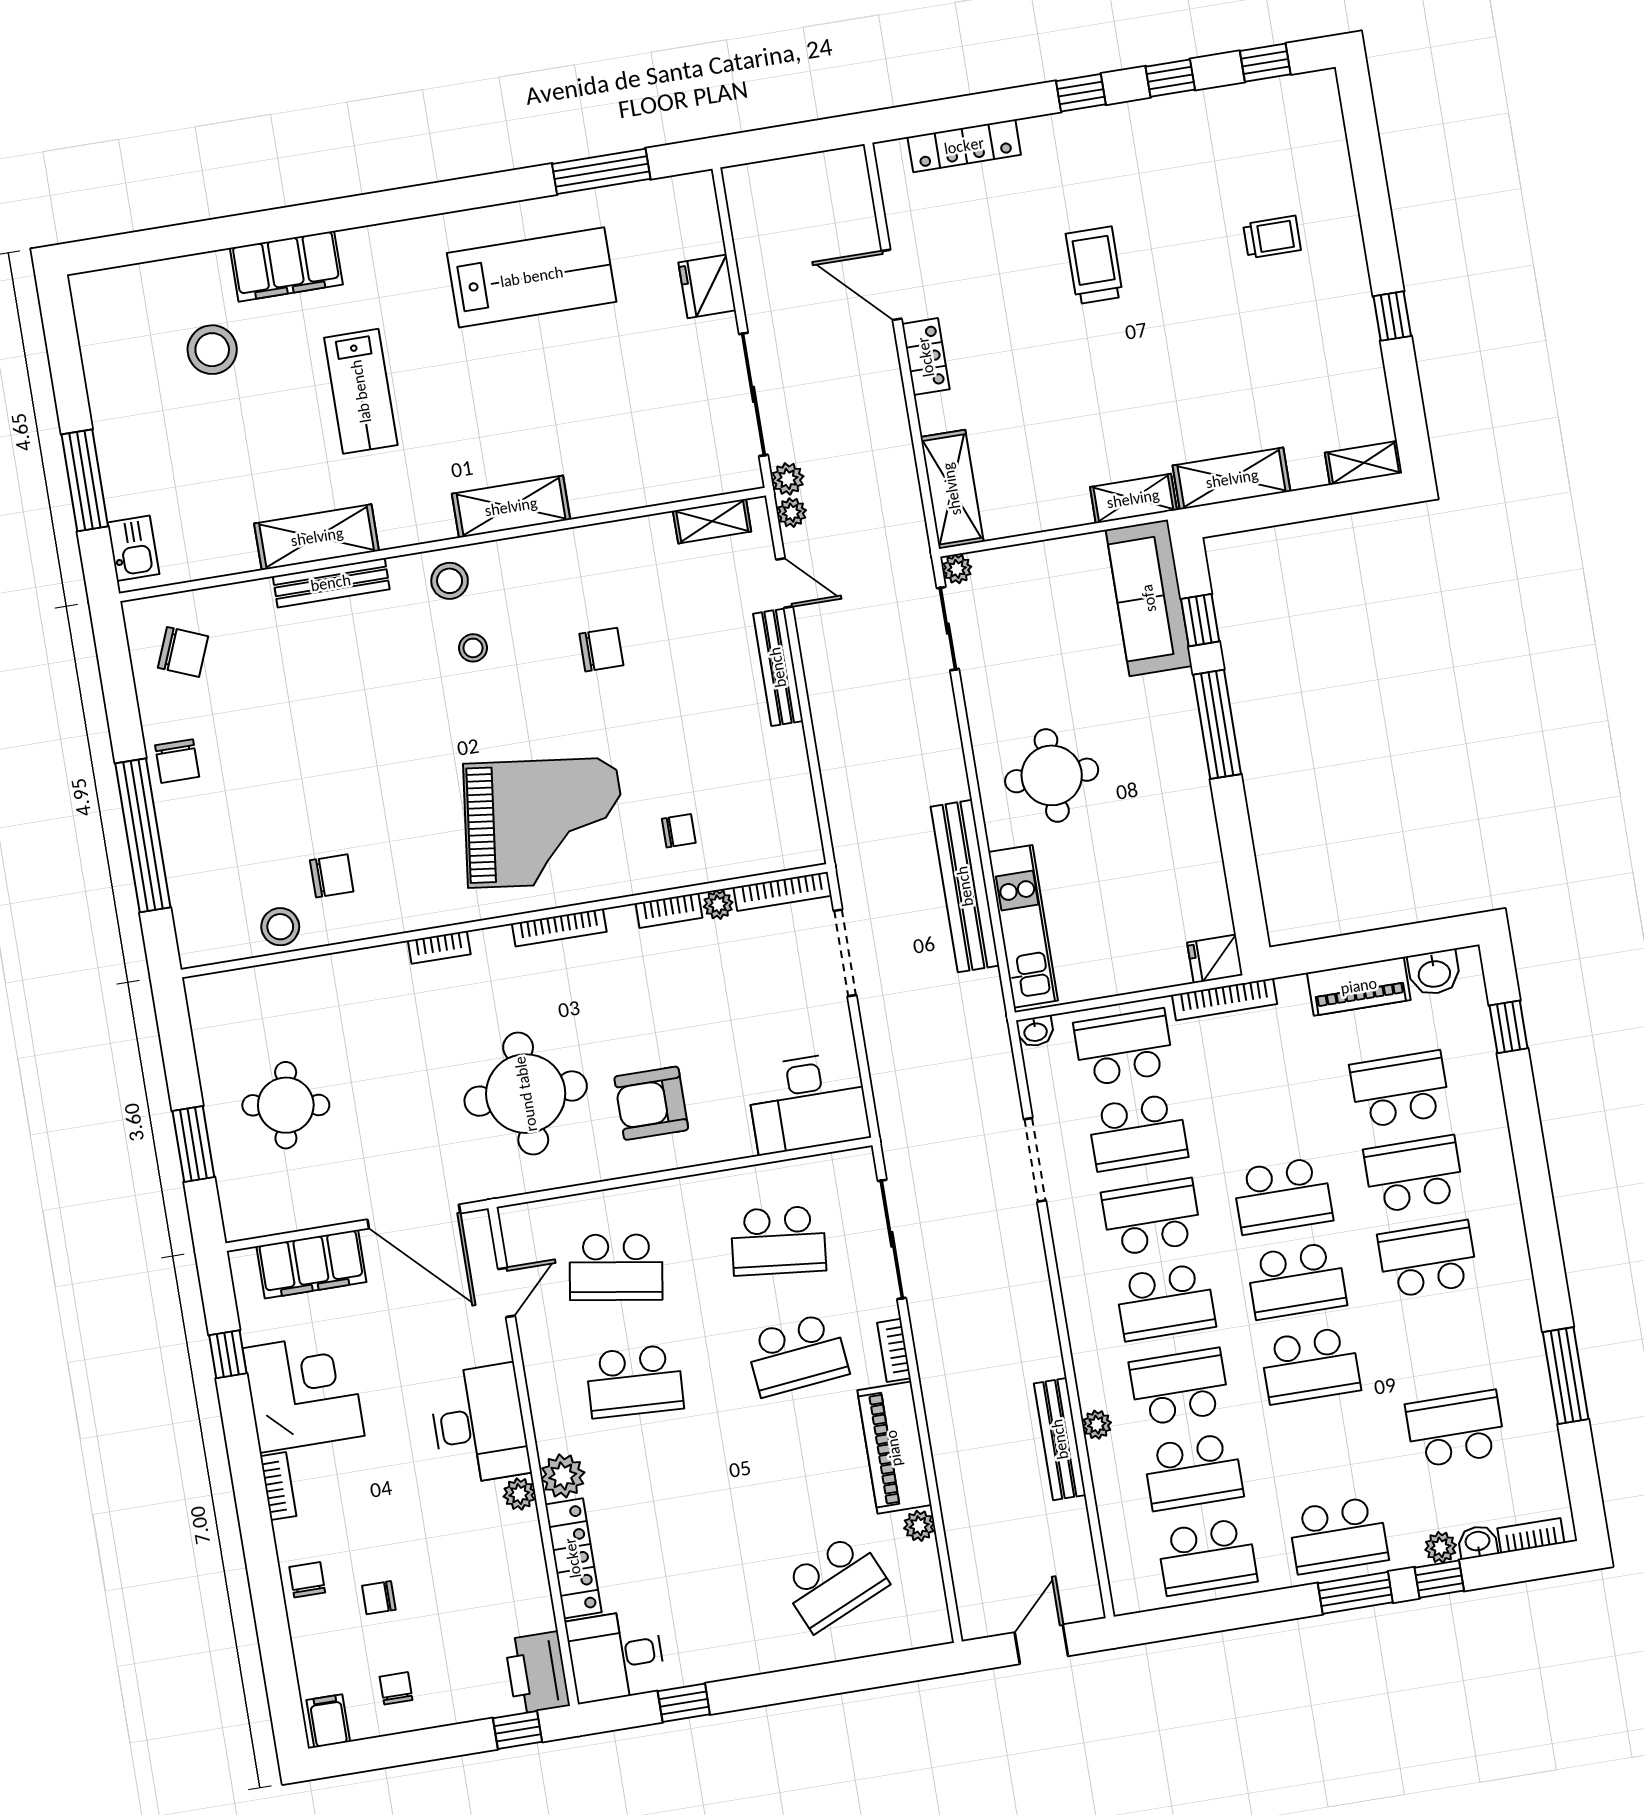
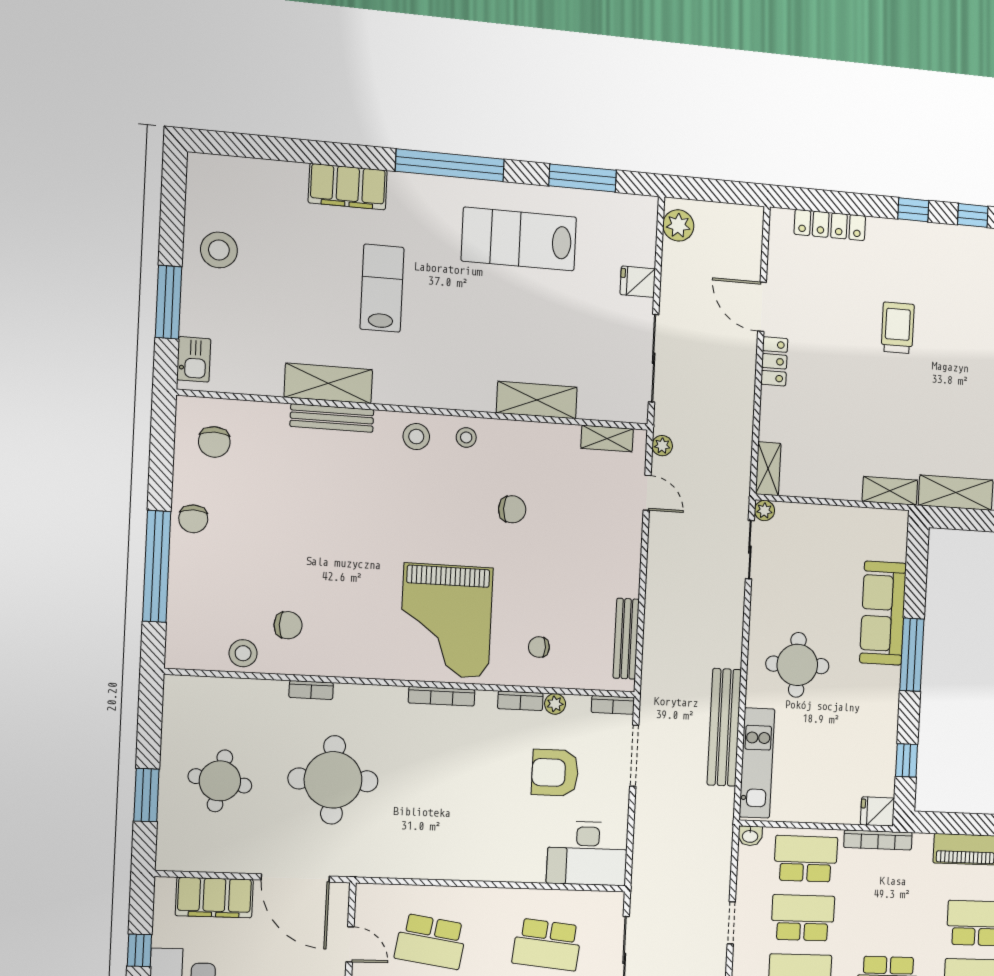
window: (417, 202) -> (450, 165), added
lab bench: (532, 277) -> (519, 239), turned 180
fridge: (707, 286) -> (638, 282), width x0.72
stool: (212, 350) -> (219, 250), moved
lab bench: (361, 391) -> (382, 288), turned 180
plant: (788, 479) -> (678, 225), moved, width x1.38, depth x1.38
shelving: (952, 489) -> (768, 469), width x0.67, depth x0.75
shelving: (511, 507) -> (537, 400), moved
sofa: (1149, 598) -> (883, 613), moved
window: (1200, 620) -> (907, 760), moved
stool: (473, 648) -> (466, 437), moved
chair: (183, 652) -> (214, 442), turned 68
bench: (778, 667) -> (626, 639), moved
grand piano: (543, 823) -> (446, 621), turned 83
chair: (679, 831) -> (539, 647), turned 180
bookcase: (783, 891) -> (613, 705), width x0.64
bookcase: (439, 947) -> (311, 690), moved
round table: (526, 1094) -> (333, 780), moved
armchair: (651, 1103) -> (555, 773), moved
school desk: (1138, 1132) -> (803, 918), turned 180
doorway: (1035, 1160) -> (731, 923), width x0.73
door: (506, 1292) -> (350, 944), hinge flipped

